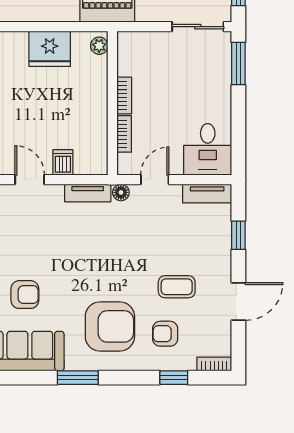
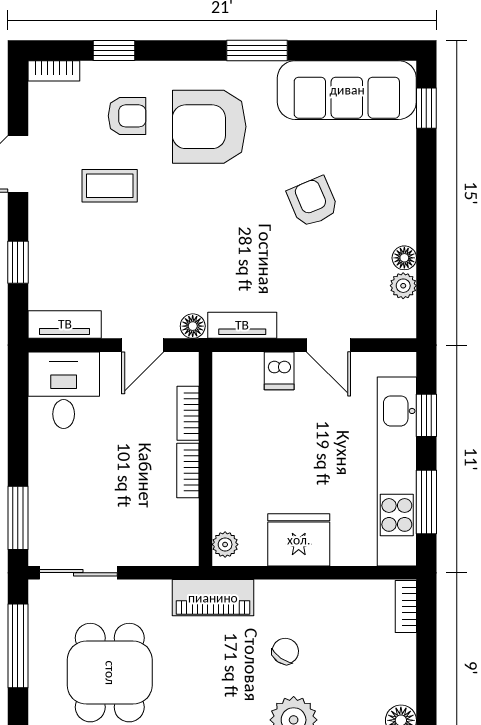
armchair: (25, 295) -> (313, 202), moved, turned 67

